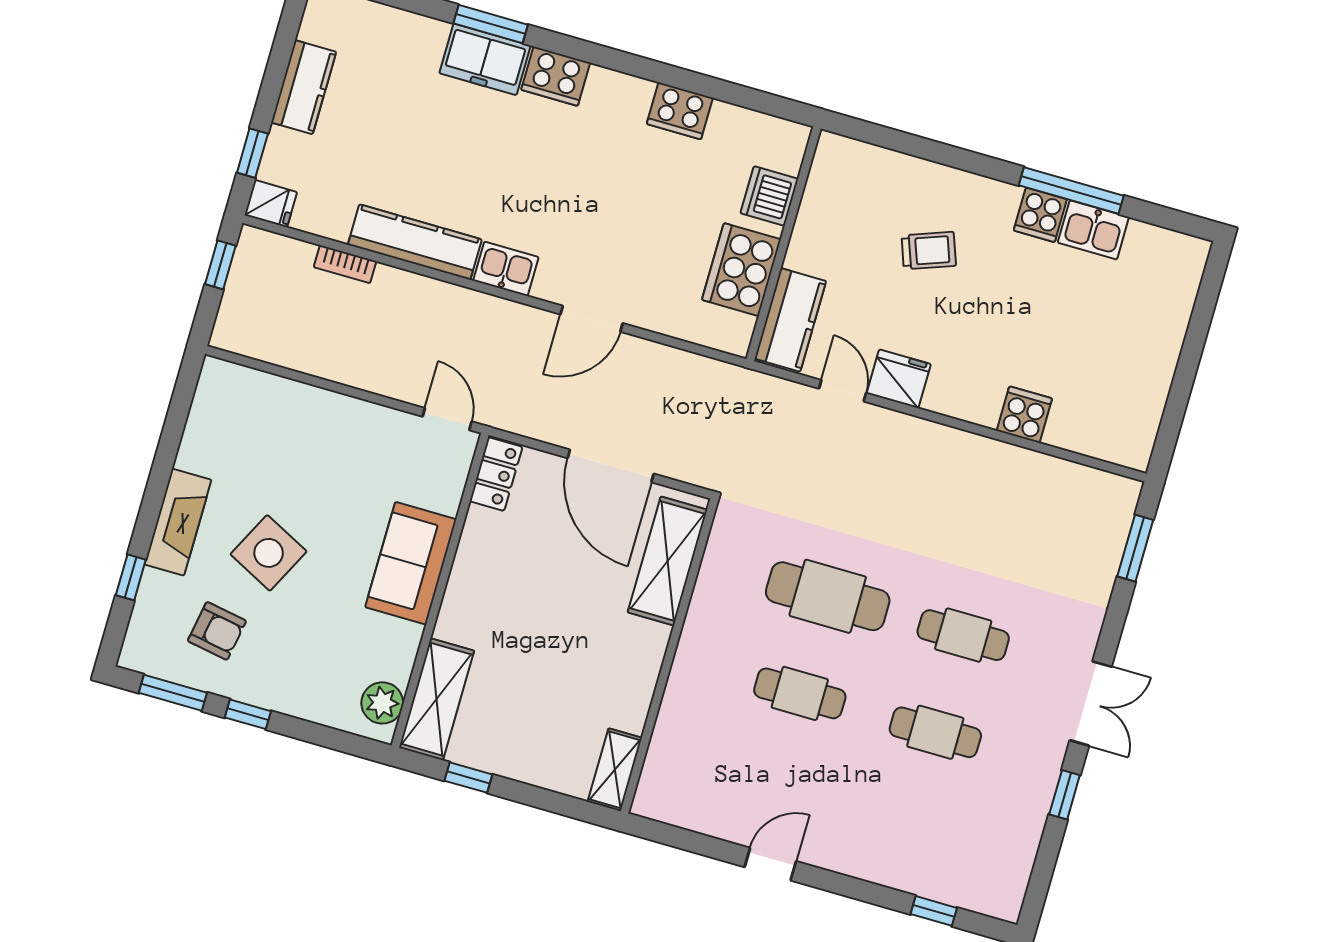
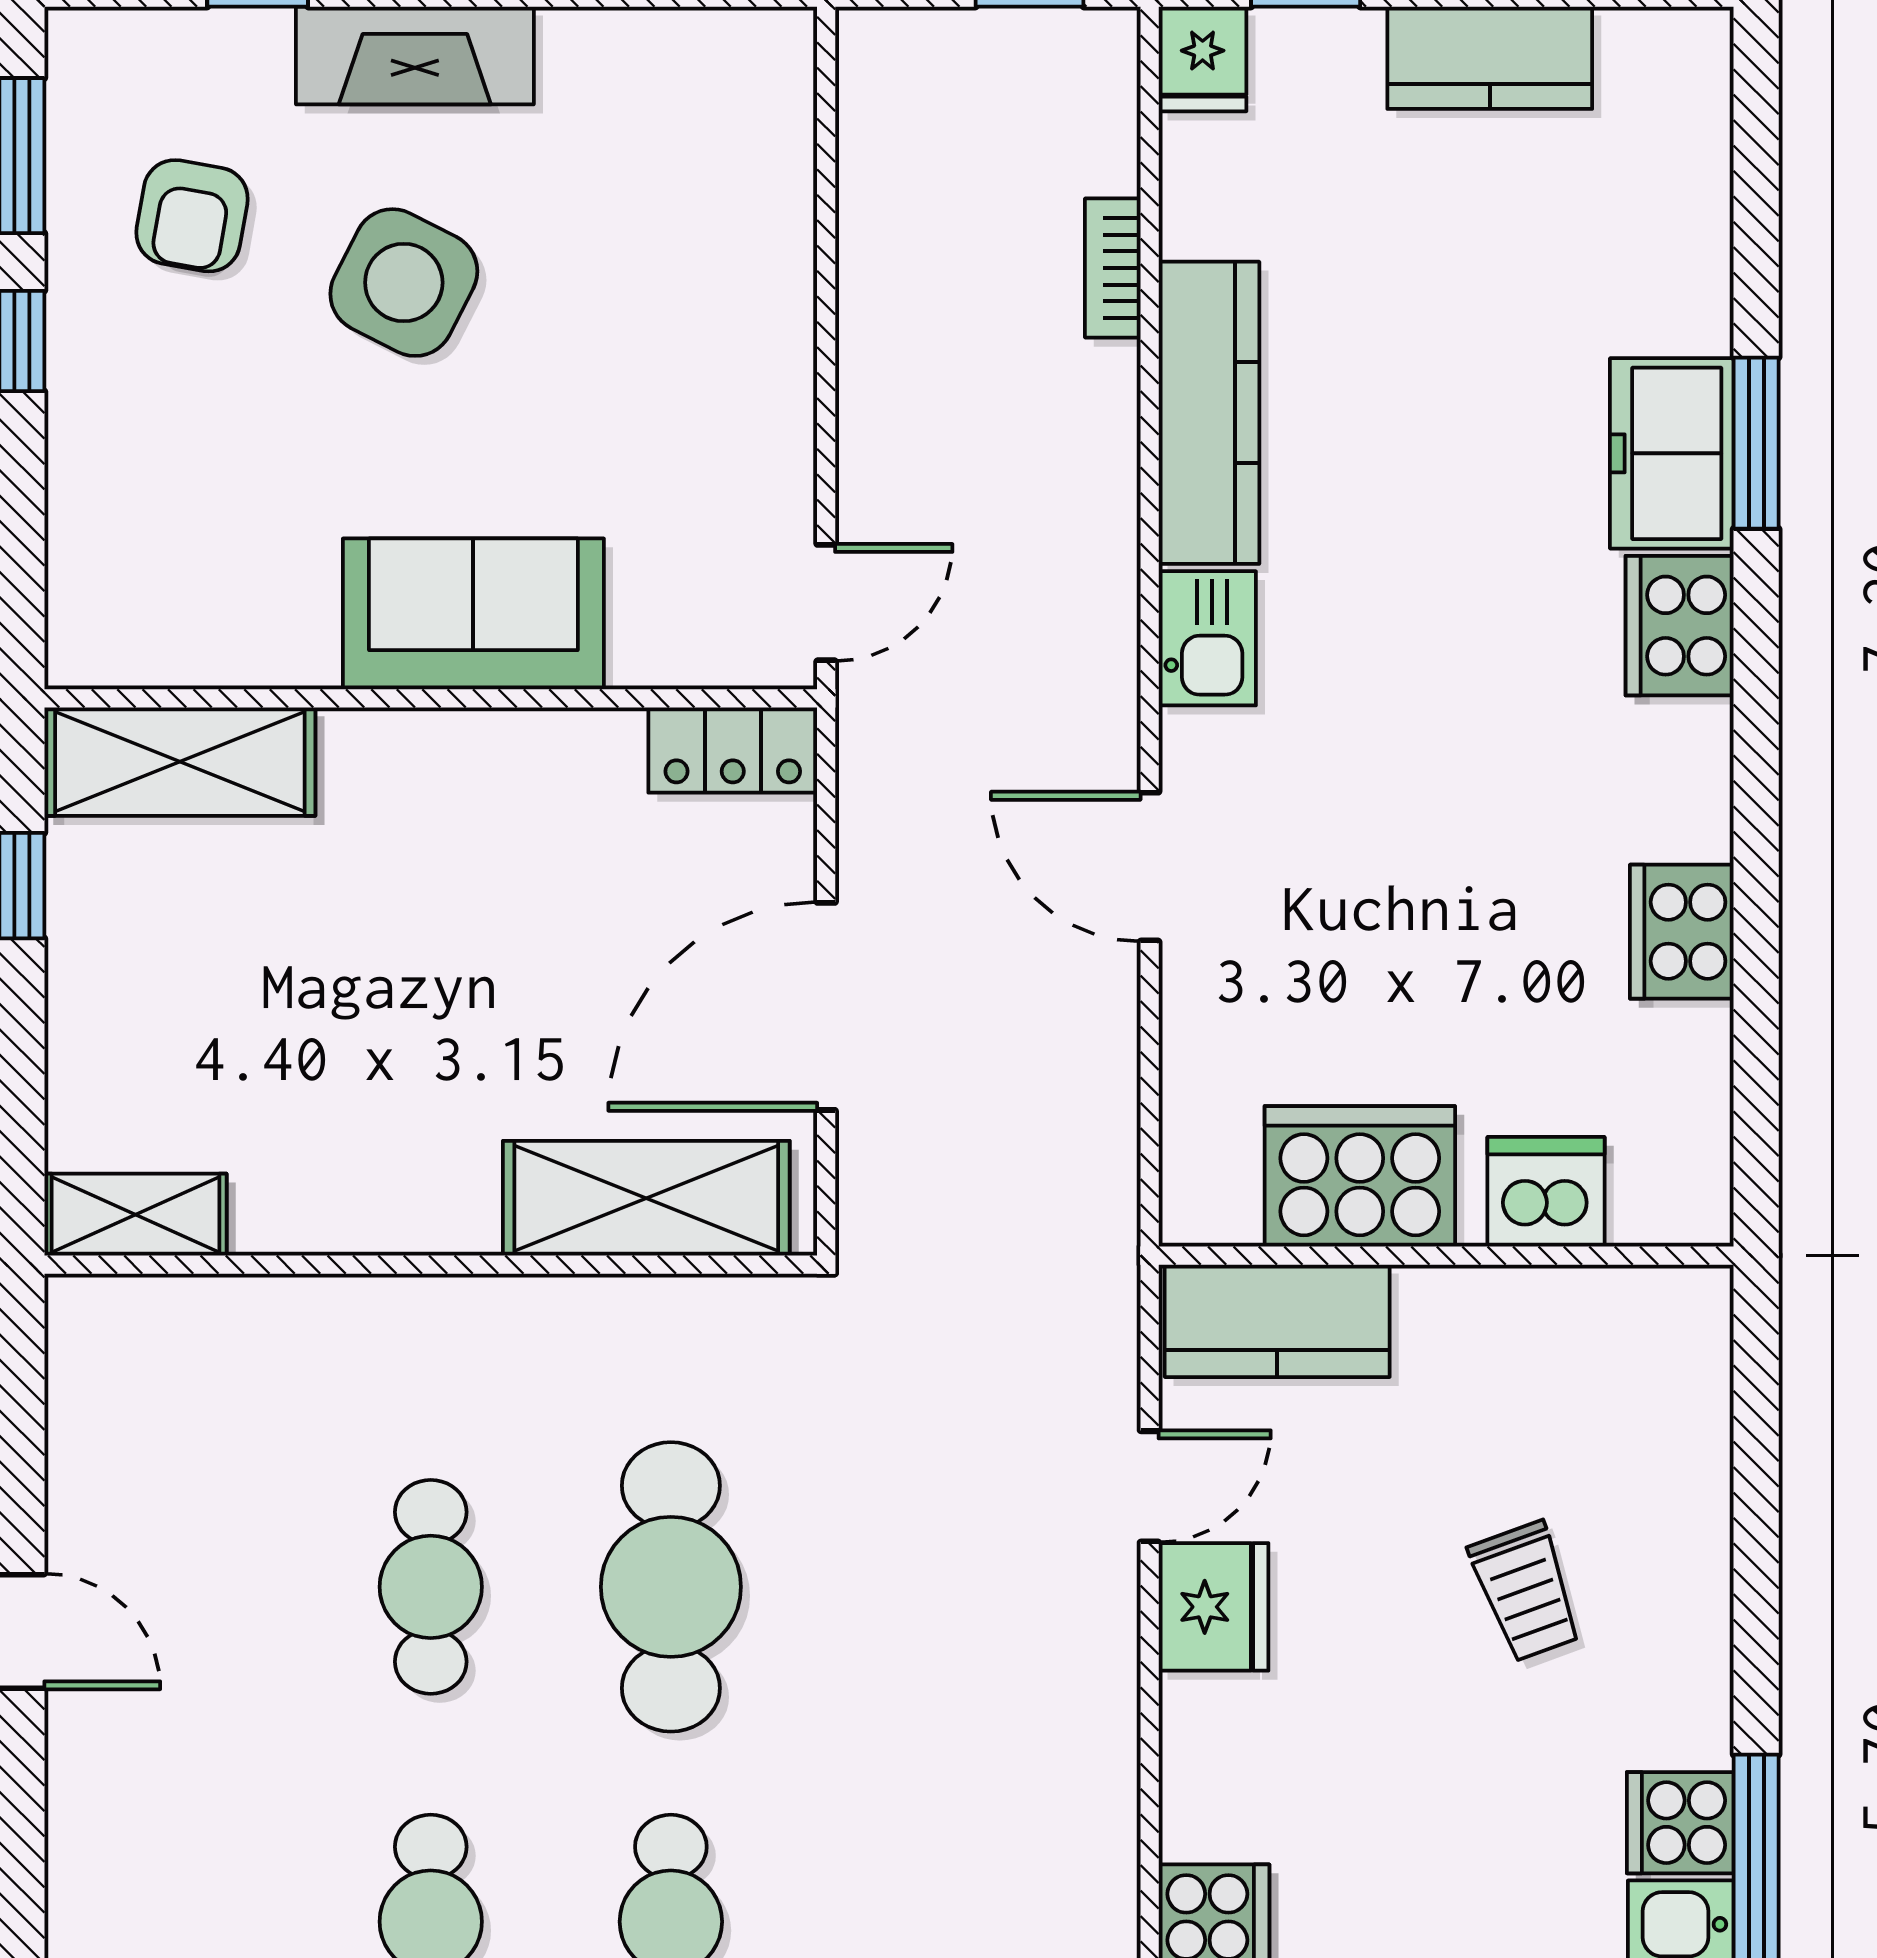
plant: (382, 703) -> (136, 640), removed

